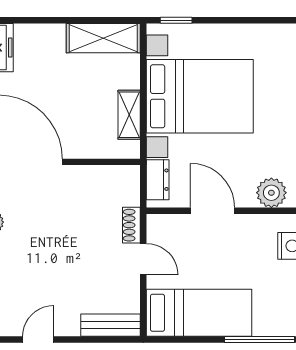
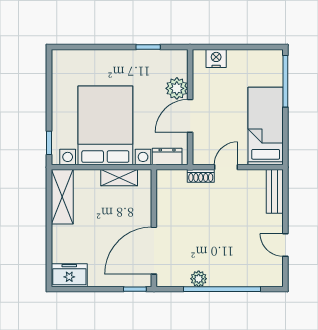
plant: (271, 193) -> (177, 88), moved

